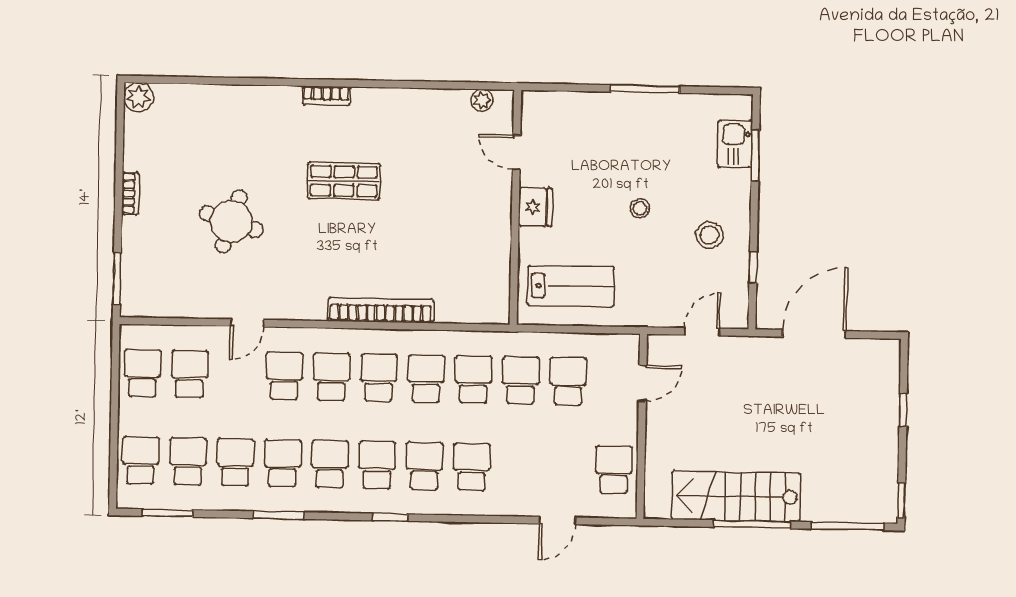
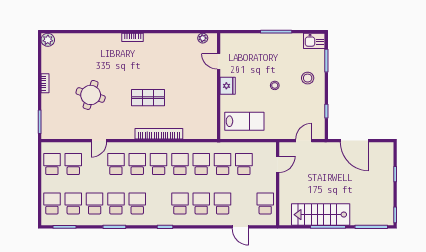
kitchen sink: (735, 144) -> (314, 41), moved, turned -90
shop shelf: (344, 181) -> (148, 98), moved
stool: (709, 235) -> (308, 78), moved
door: (814, 334) -> (355, 141), swing flipped
school desk: (377, 465) -> (223, 203), moved
door: (557, 521) -> (240, 227), hinge flipped

